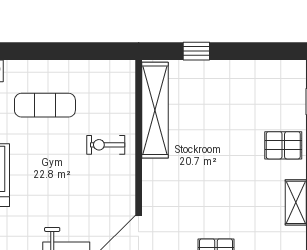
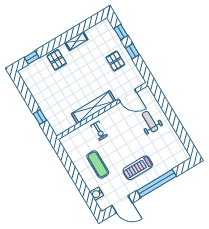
shelving: (155, 110) -> (94, 107), moved

